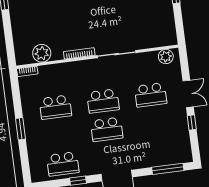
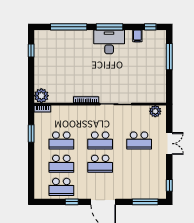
plant: (42, 53) -> (41, 96), moved
window: (192, 122) -> (169, 185), moved
window: (21, 129) -> (31, 134), moved
school desk: (59, 136) -> (61, 164), added

